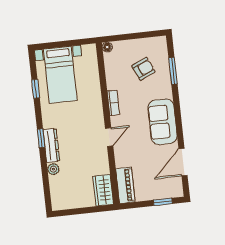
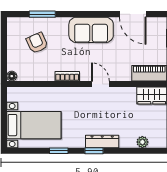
window: (36, 89) -> (59, 151), moved
plant: (53, 169) -> (142, 142), moved

